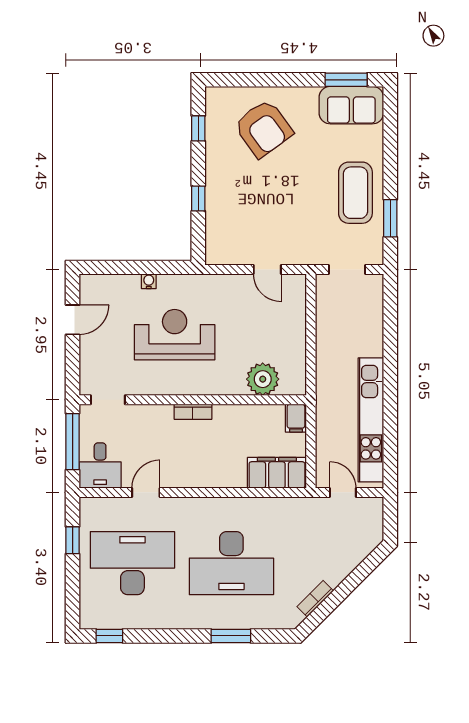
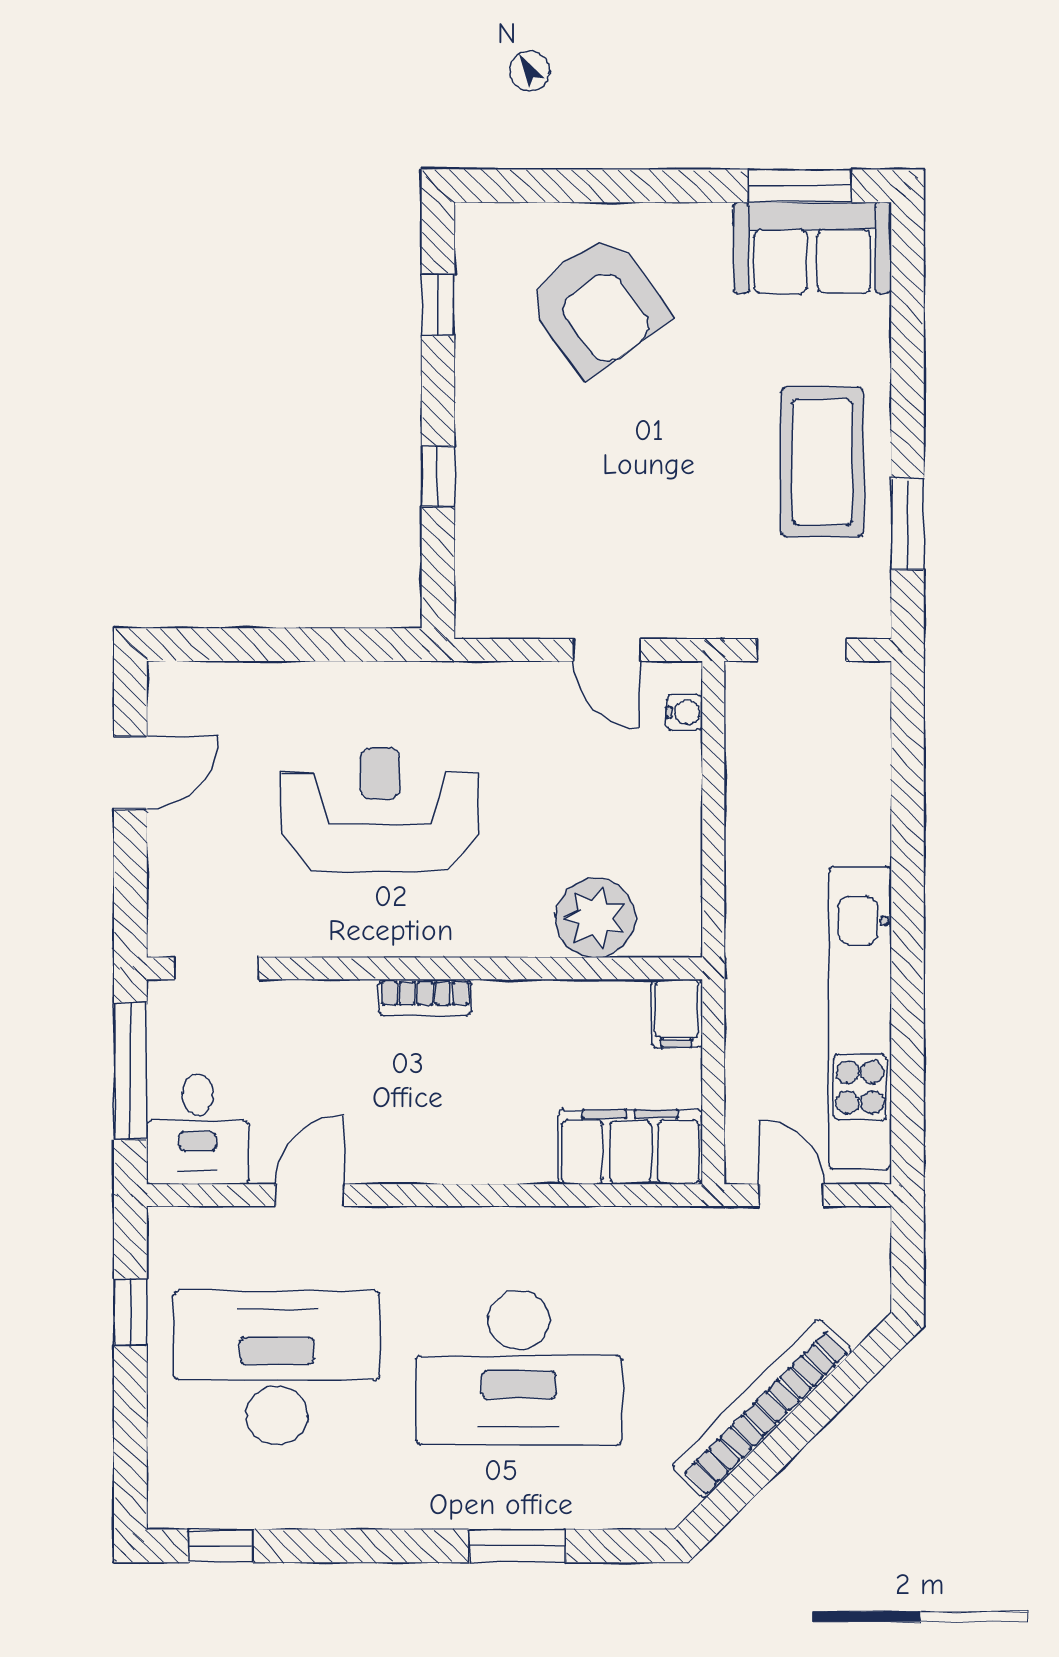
water cooler: (149, 281) -> (684, 712), moved, turned 90
bookcase: (315, 599) -> (762, 1409), width x2.31, depth x1.31

